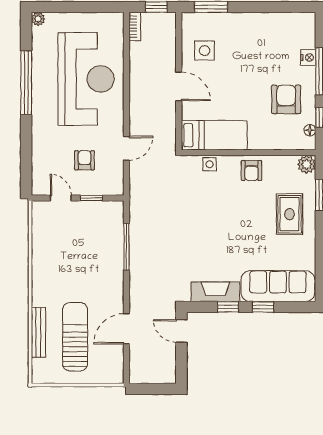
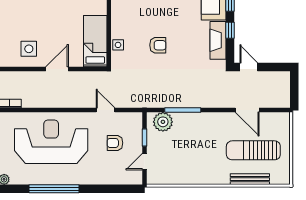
armchair: (251, 171) -> (158, 45), moved
plant: (111, 222) -> (163, 122), added
door: (181, 331) -> (249, 67), swing flipped

